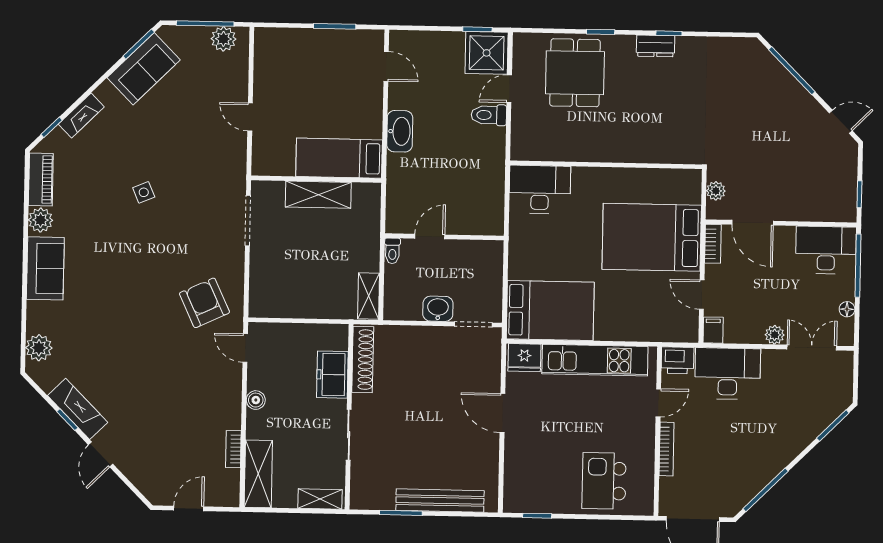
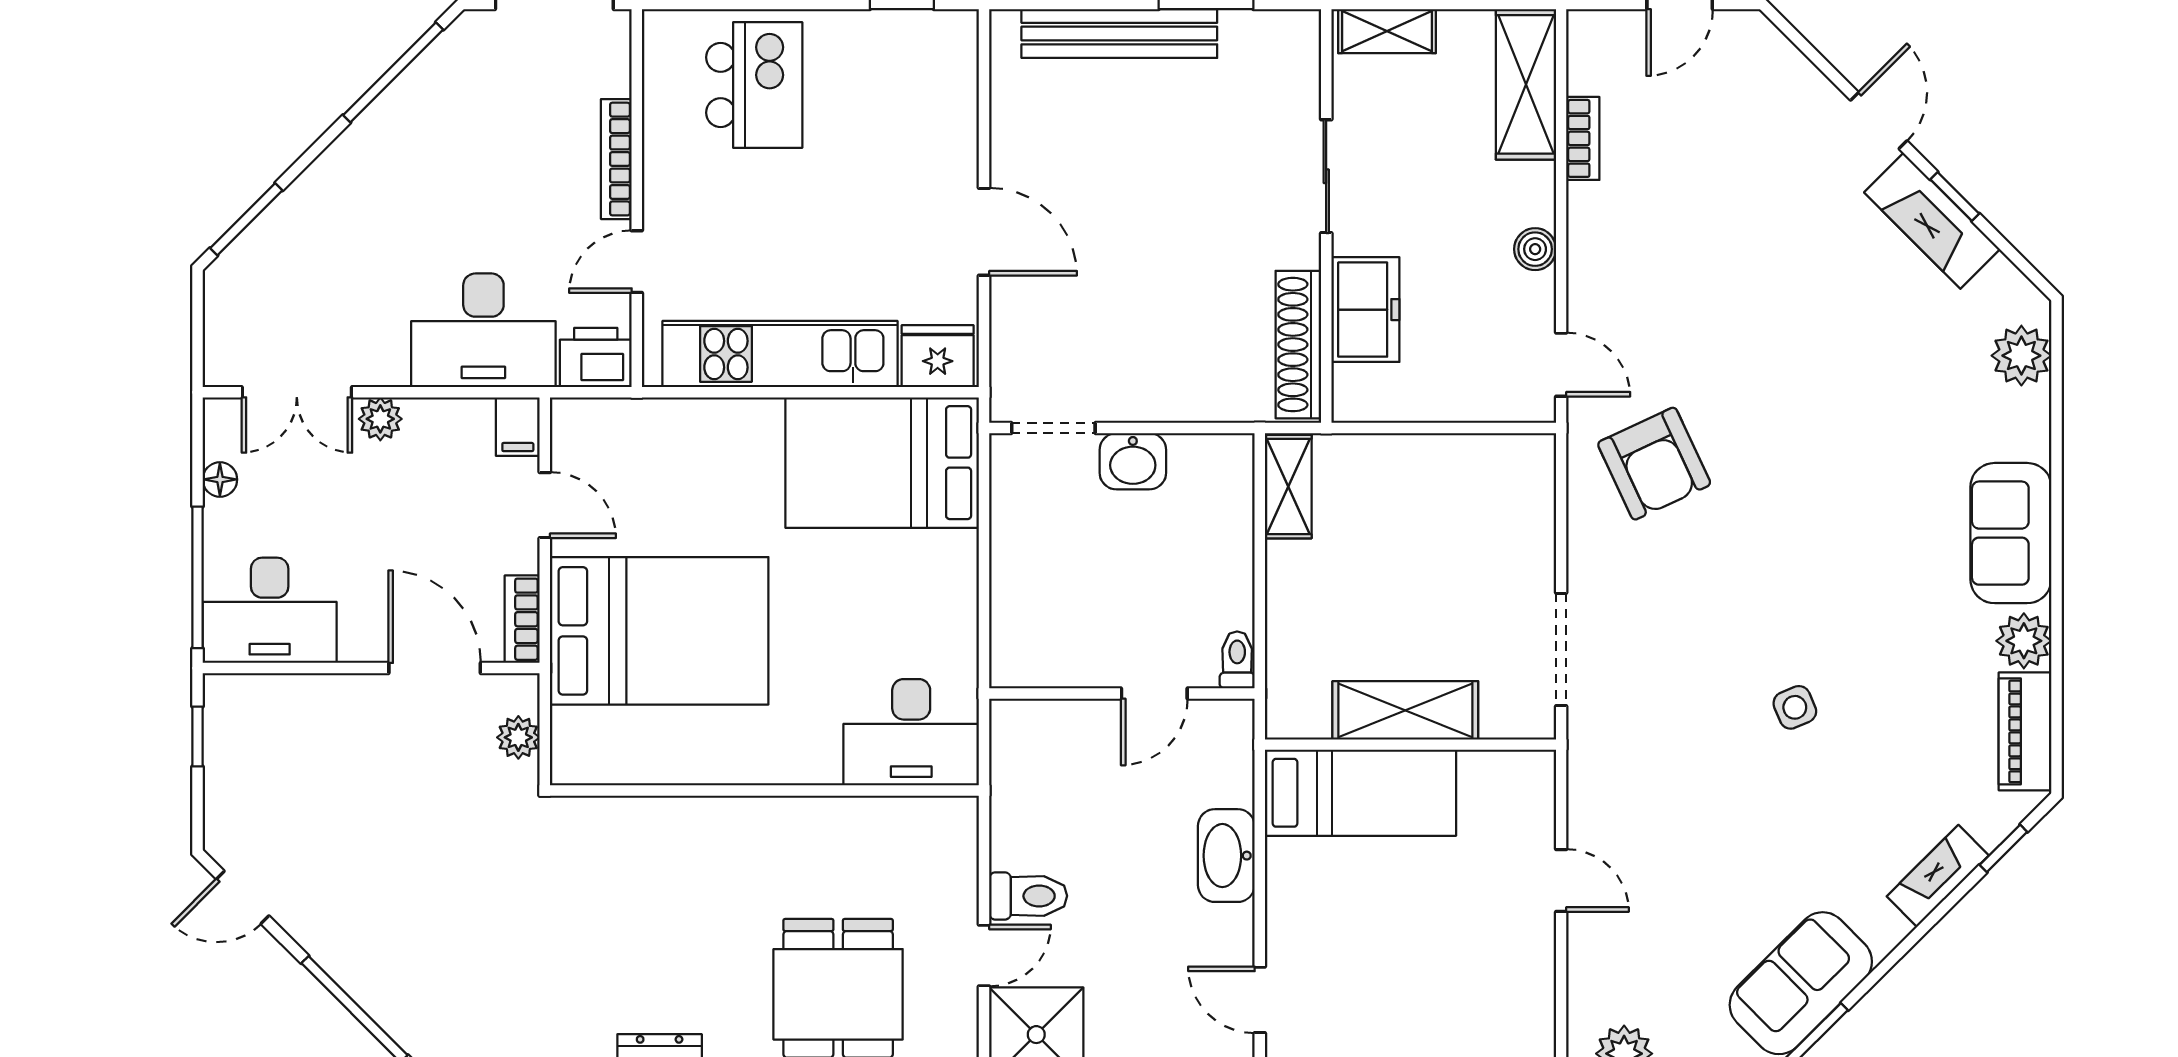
door: (430, 237) -> (1154, 694), moved
wall: (444, 237) -> (1122, 694), moved
toilet: (392, 251) -> (1237, 660), moved

